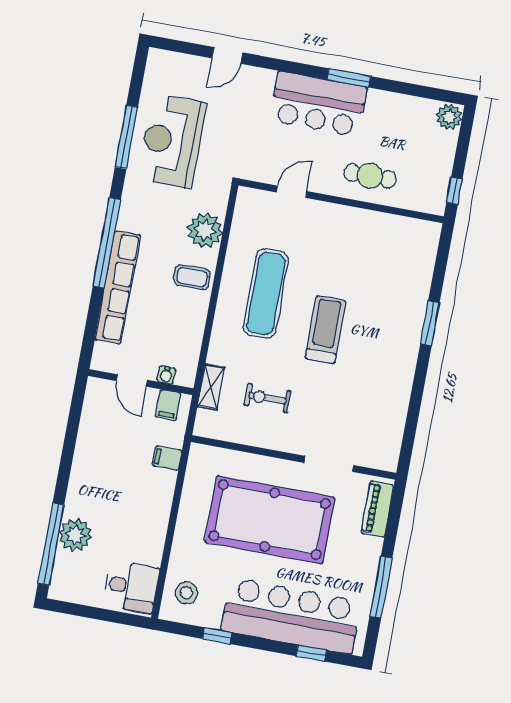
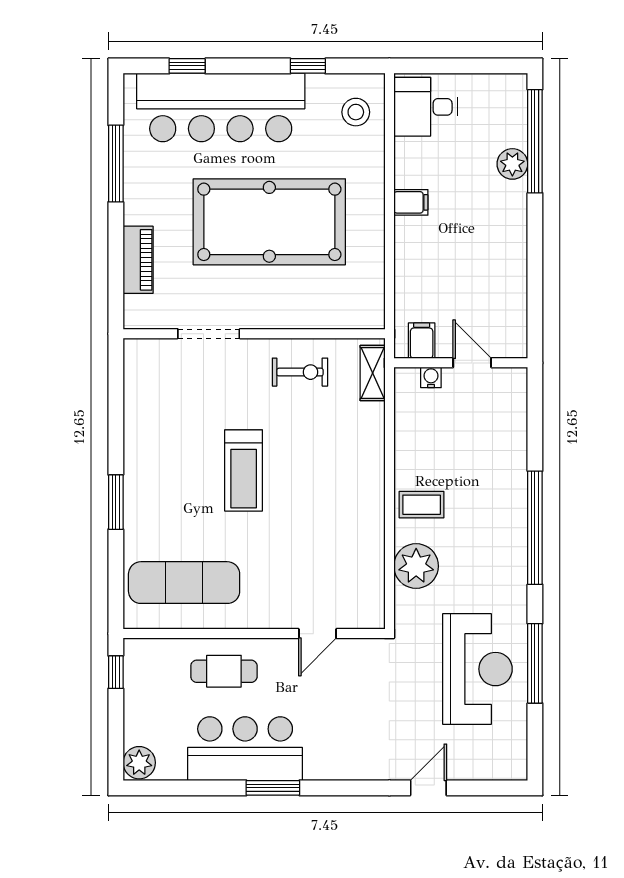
bar counter: (318, 104) -> (245, 749), moved
row of seats: (118, 287) -> (511, 475), removed
exercise mat: (266, 293) -> (184, 583), moved, turned 90
wall: (294, 457) -> (254, 334), moved
filing cabinet: (167, 458) -> (411, 202), moved
doorway: (329, 464) -> (209, 334), moved
plant: (75, 535) -> (512, 164), width x0.73, depth x0.73

